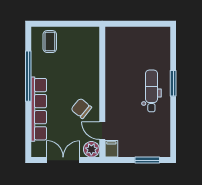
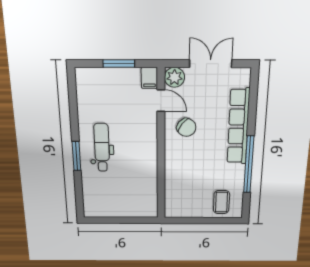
dental chair: (151, 91) -> (102, 147), turned 180
double door: (63, 160) -> (211, 64), swing flipped
window: (147, 160) -> (119, 64), moved

